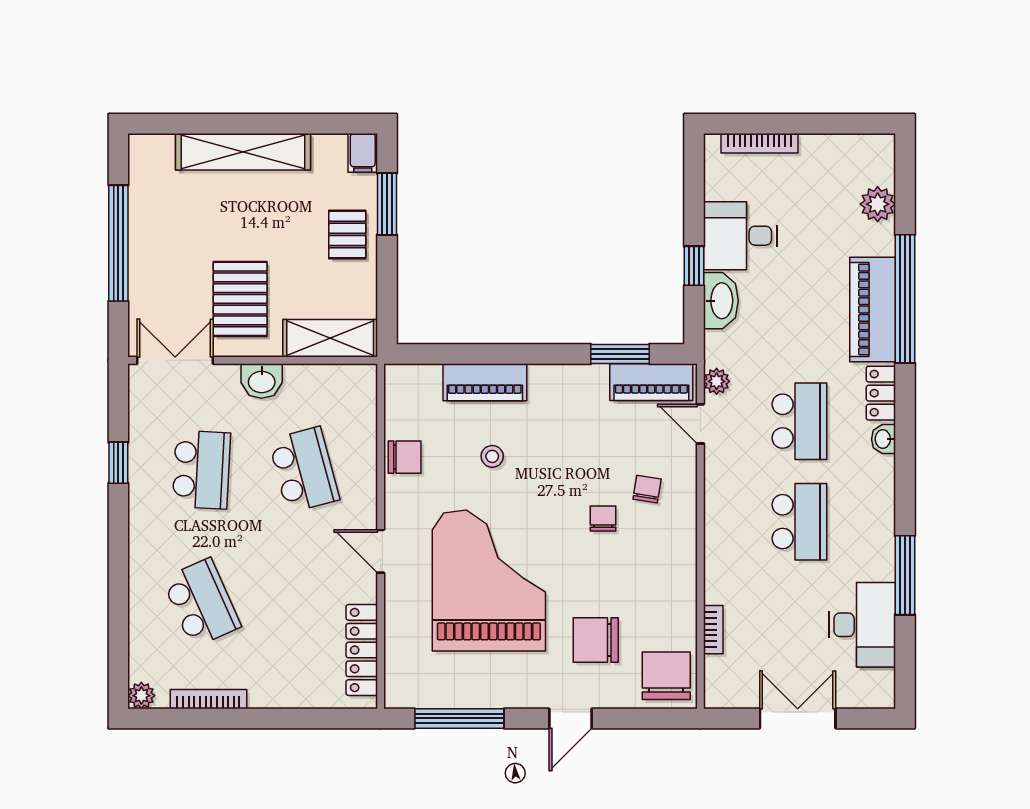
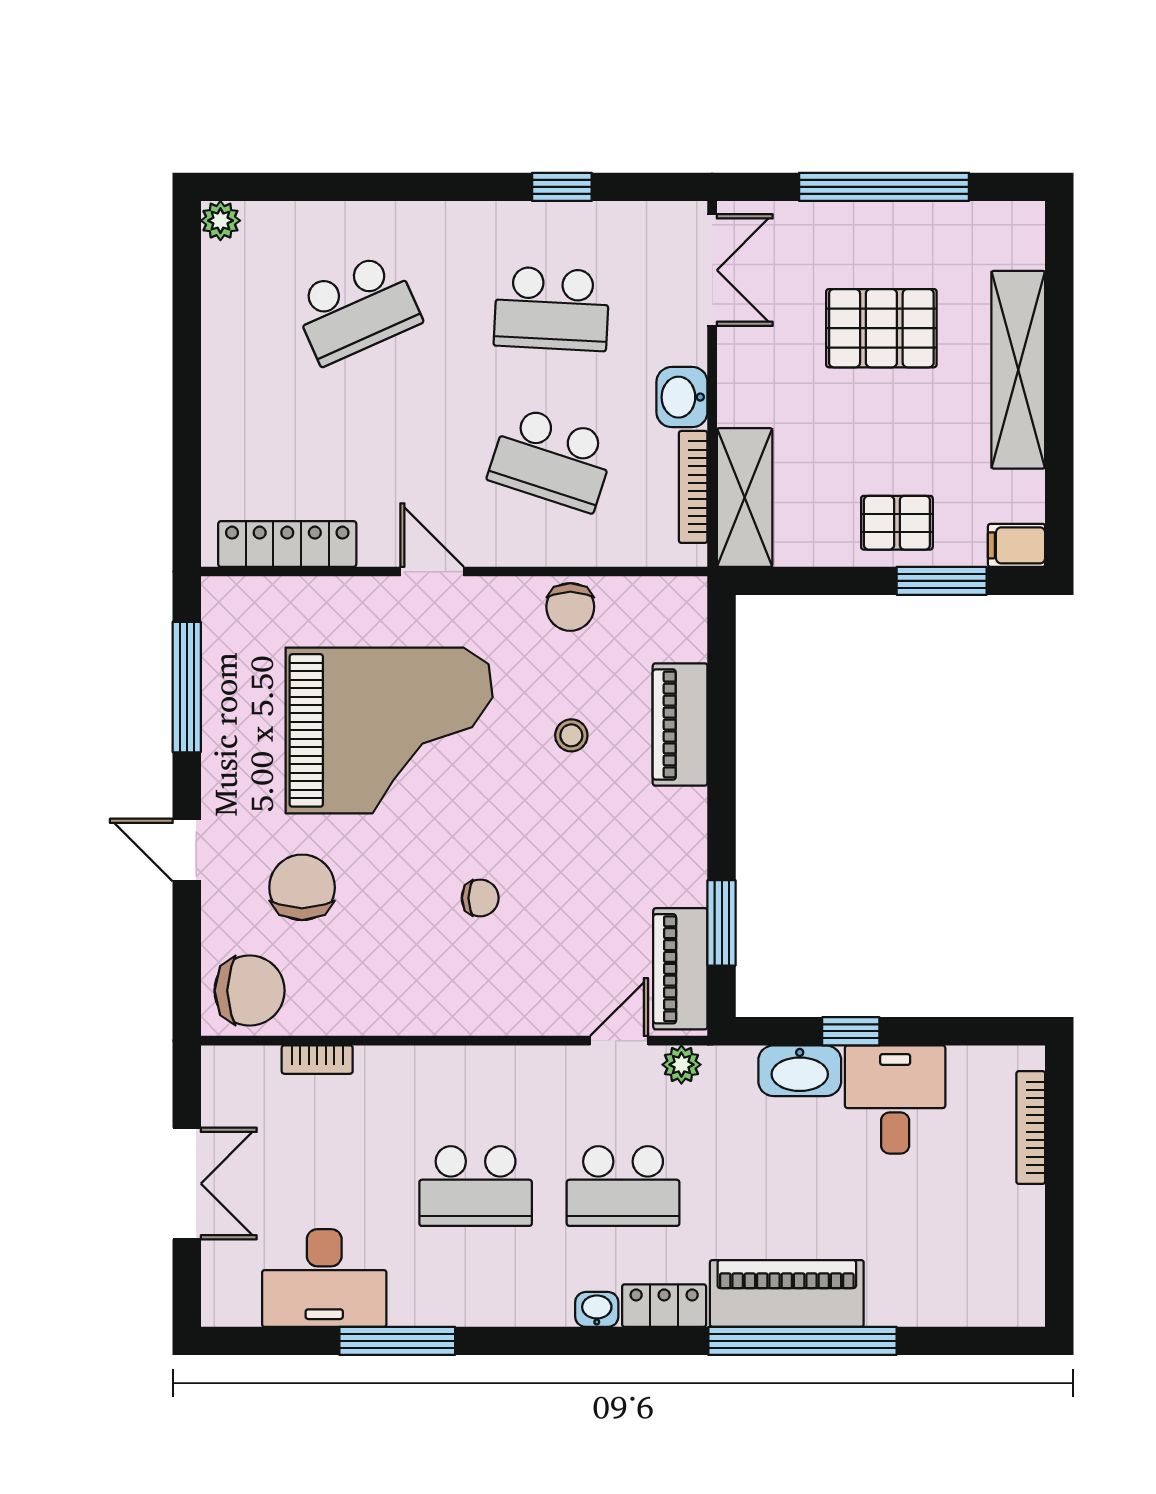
plant: (878, 204) -> (941, 1301), removed
pallet: (240, 299) -> (881, 328), moved
school desk: (304, 470) -> (552, 459), turned 33
chair: (647, 489) -> (523, 963), removed
door: (381, 551) -> (432, 572), hinge flipped
bookcase: (208, 699) -> (693, 487), moved, turned 180

